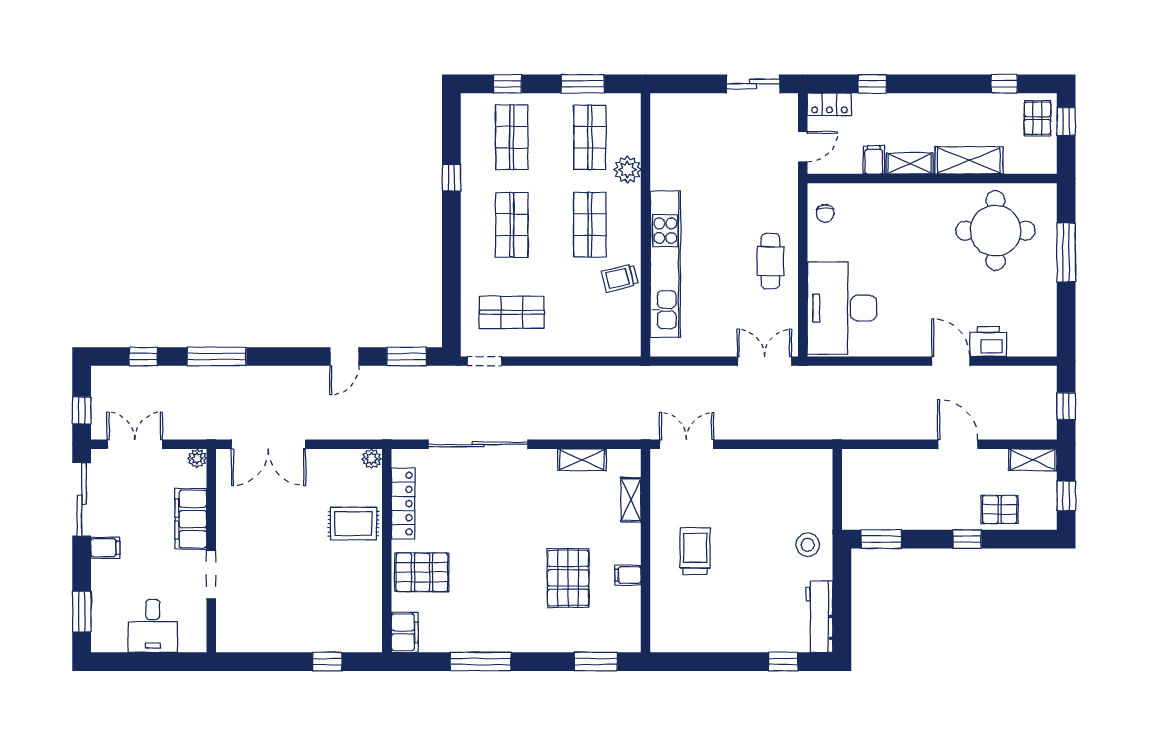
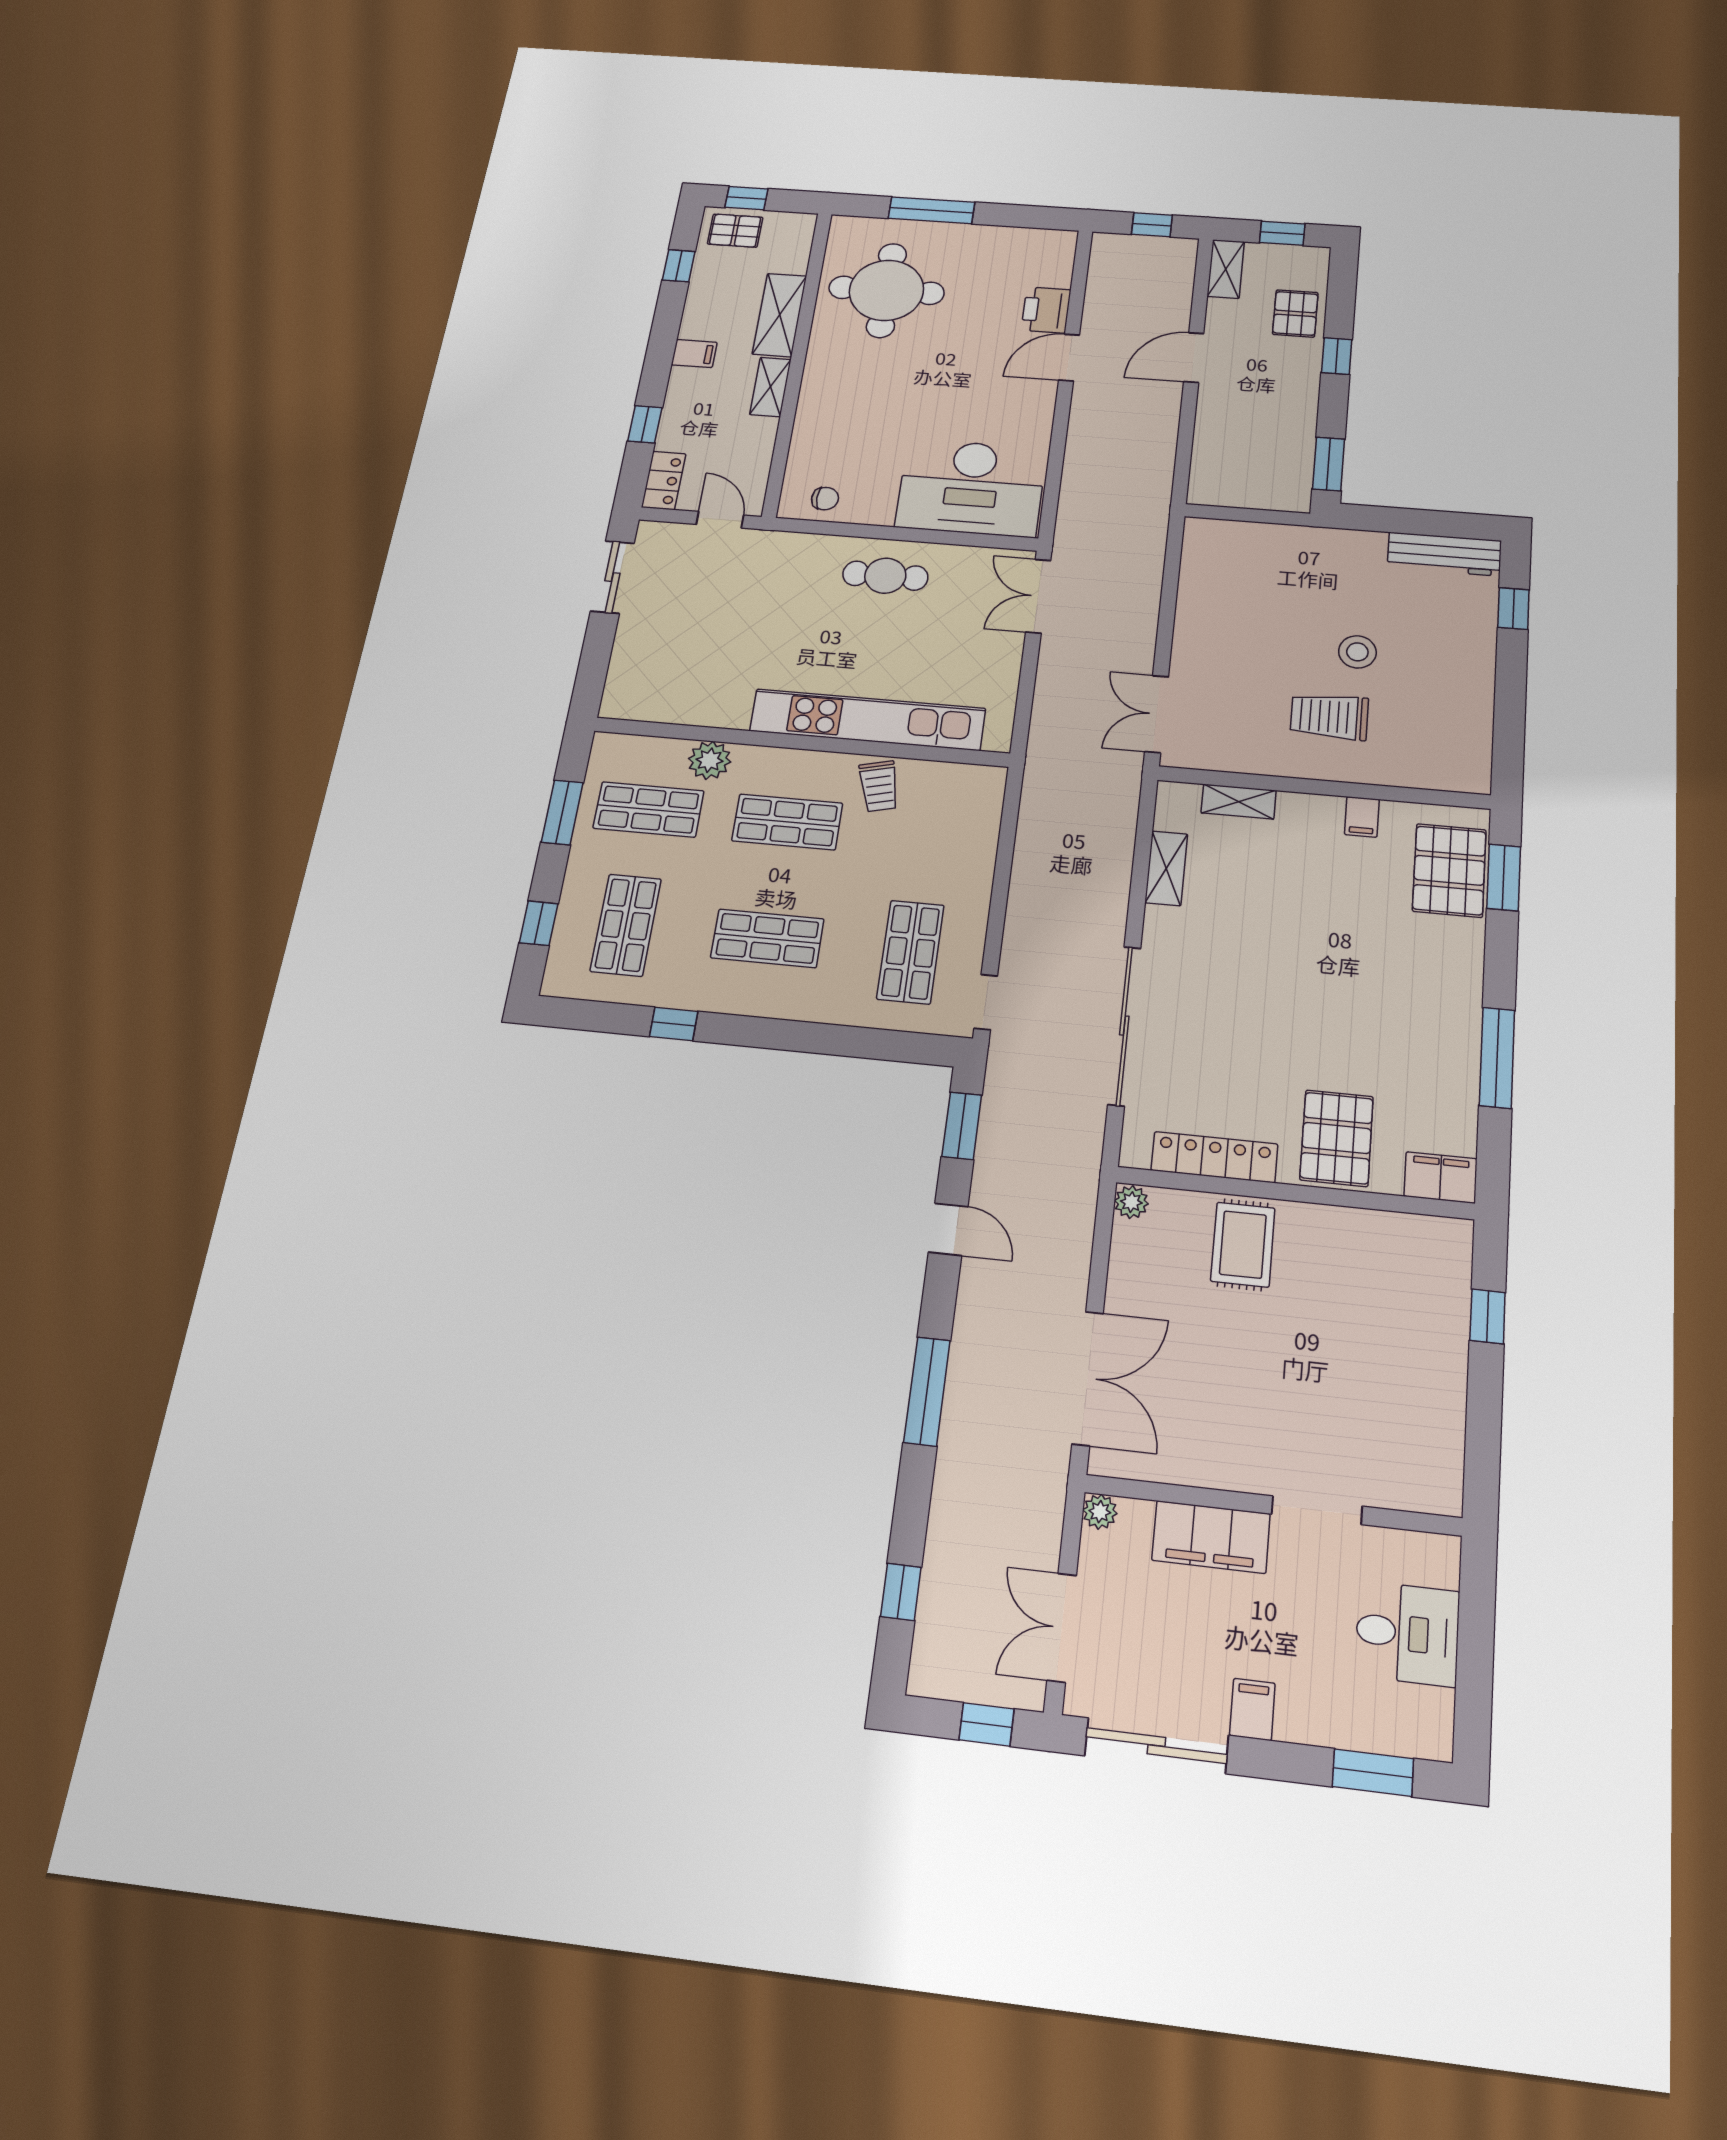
shop shelf: (512, 137) -> (626, 925), turned 90
filing cabinet: (874, 160) -> (694, 354), moved, turned 180
window: (217, 357) -> (927, 1391), moved
stool: (808, 545) -> (1357, 652), moved
pallet: (568, 578) -> (1449, 870), moved, turned 90

